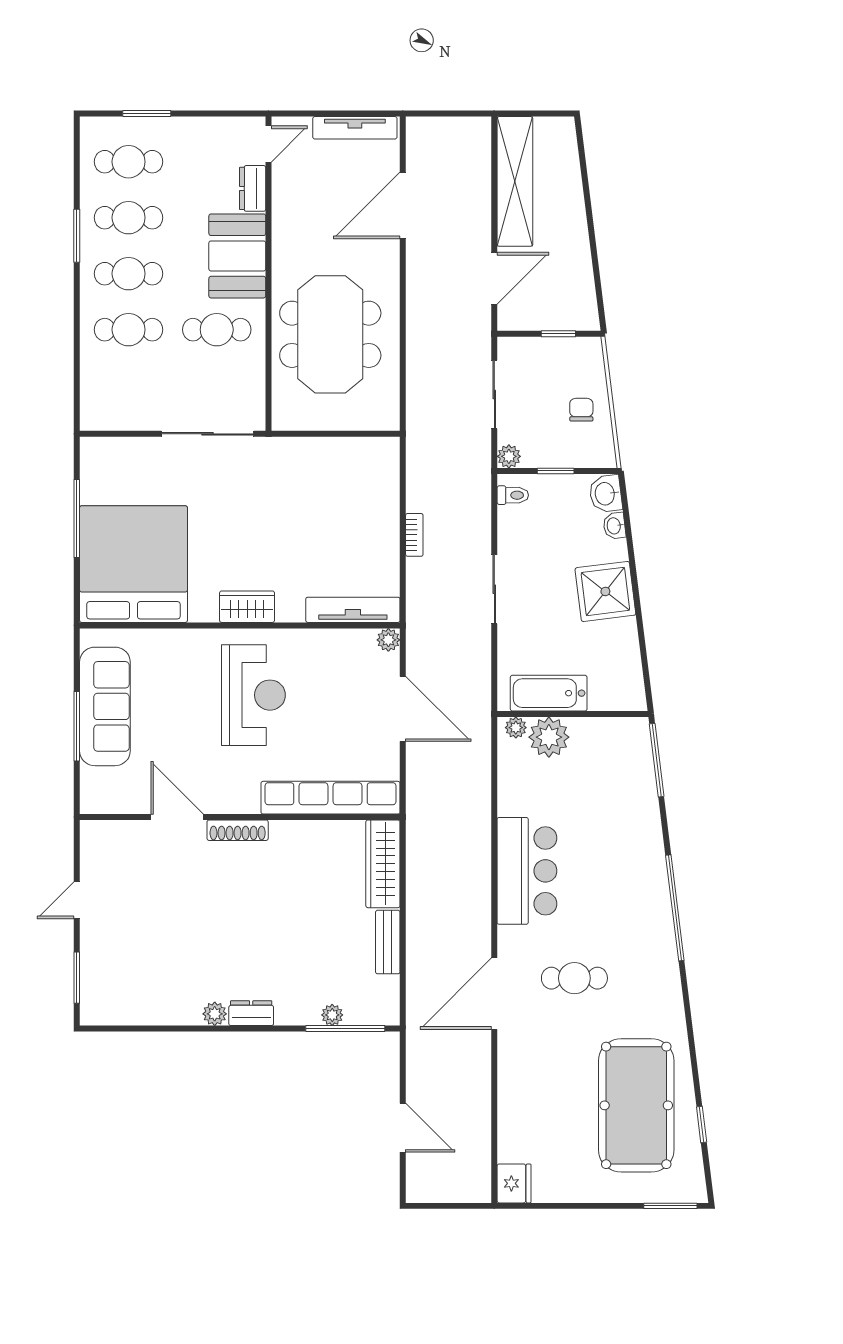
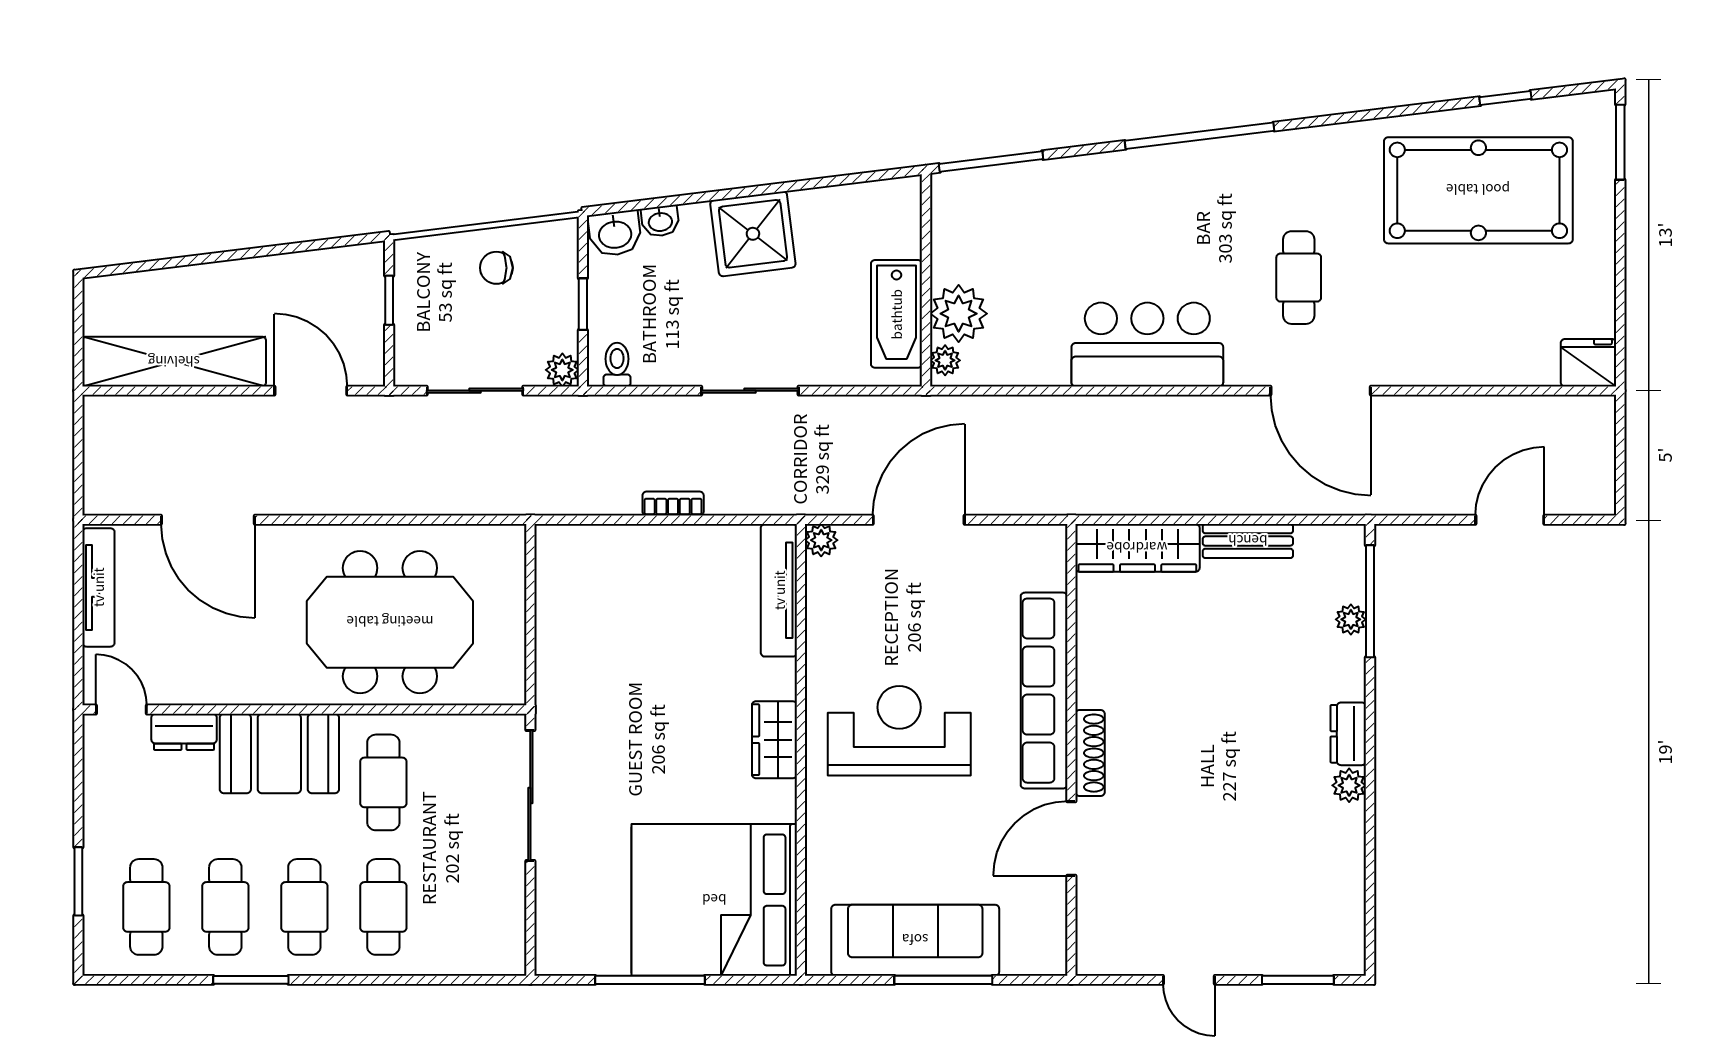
row of seats: (330, 798) -> (1044, 691), moved

